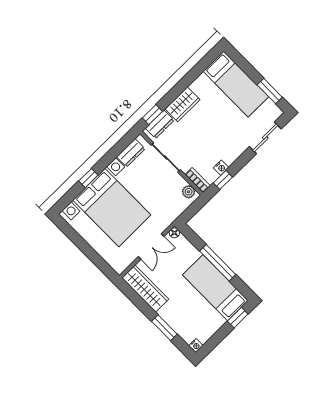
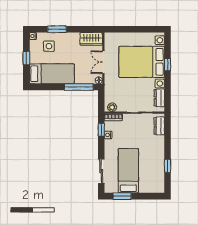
bed: (236, 84) -> (128, 171), moved, turned 90
wardrobe: (182, 104) -> (158, 147), removed
window: (152, 115) -> (168, 166), moved
window: (218, 263) -> (79, 87), moved
wardrobe: (145, 288) -> (91, 39), width x0.67
window: (238, 318) -> (26, 58), moved
side table: (190, 319) -> (49, 46), added

